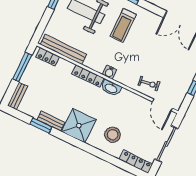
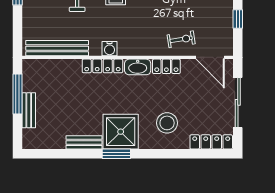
locker: (48, 57) -> (166, 66), moved
water cooler: (109, 72) -> (110, 49), moved
bench: (18, 96) -> (29, 110), moved
window: (41, 126) -> (116, 154), moved

